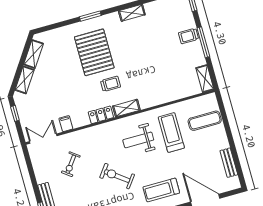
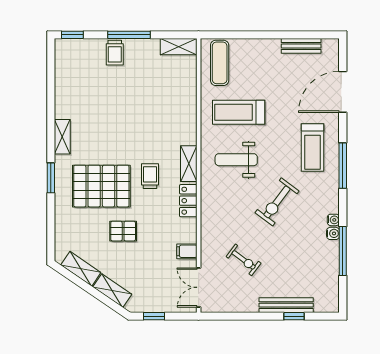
shelving: (132, 13) -> (62, 137), moved
pallet: (67, 76) -> (123, 231), added
exercise mat: (205, 121) -> (220, 63), moved
weight bench: (138, 140) -> (236, 160), turned 90

